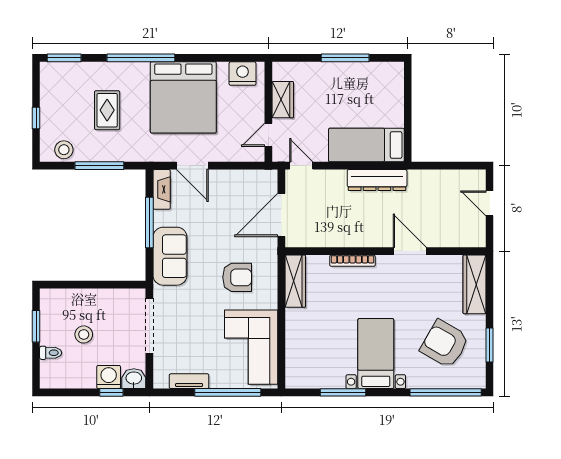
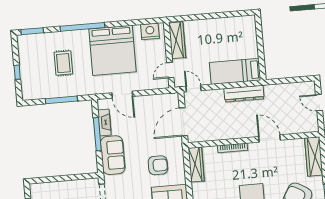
window: (345, 58) -> (216, 15), removed
wardrobe: (283, 100) -> (177, 40), width x1.50
stool: (64, 150) -> (37, 91), removed
fireplace: (162, 189) -> (104, 122), moved

